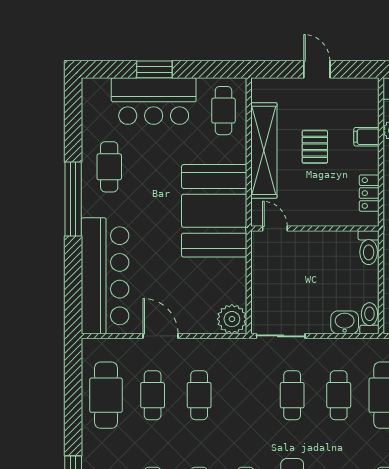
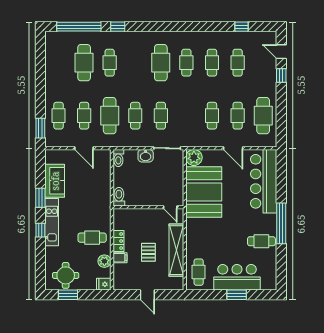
cafe table: (109, 167) -> (261, 241), turned 90
locker: (369, 193) -> (118, 241), moved
booth: (214, 211) -> (204, 192), moved
washbasin: (345, 322) -> (146, 156), moved

